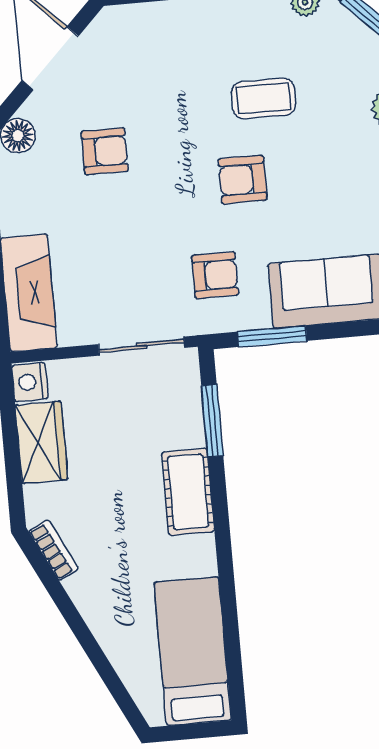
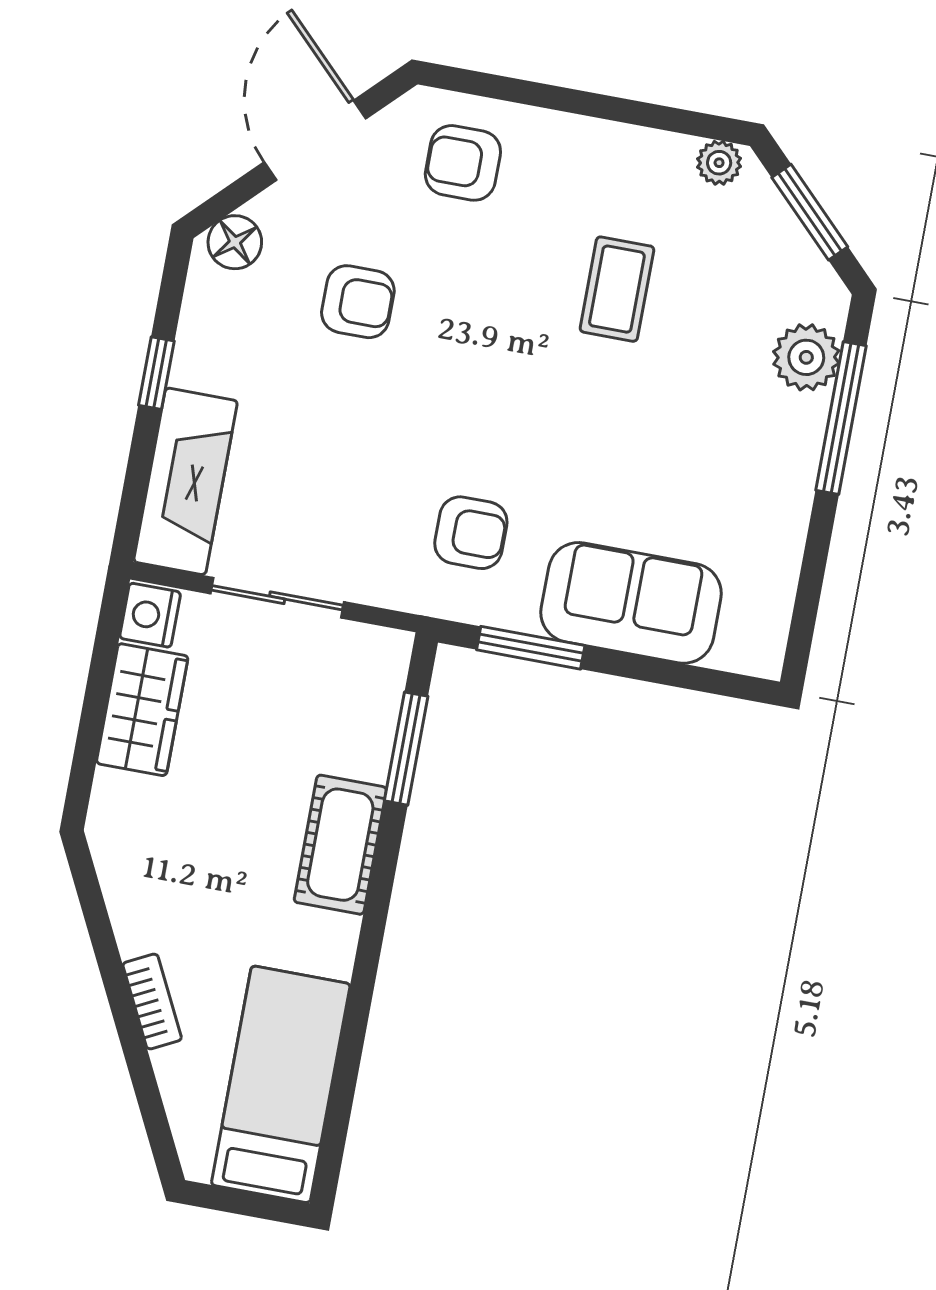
coffee table: (264, 98) -> (617, 289), turned 90
armchair: (243, 179) -> (463, 163), moved
sliding door: (142, 346) -> (277, 598), moved
bookcase: (54, 550) -> (152, 1001), moved

